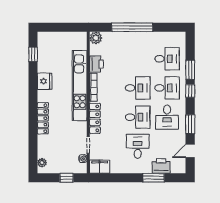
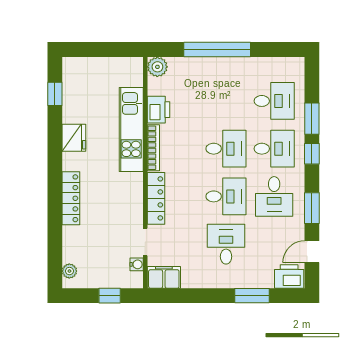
kitchen unit: (80, 86) -> (131, 130), width x0.73
printer: (161, 166) -> (289, 276), moved

